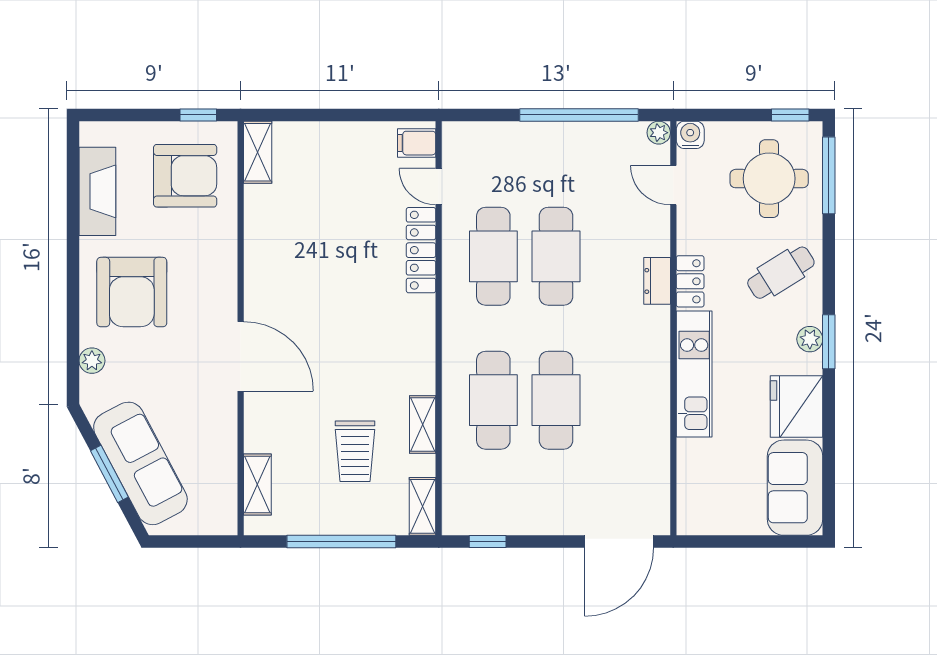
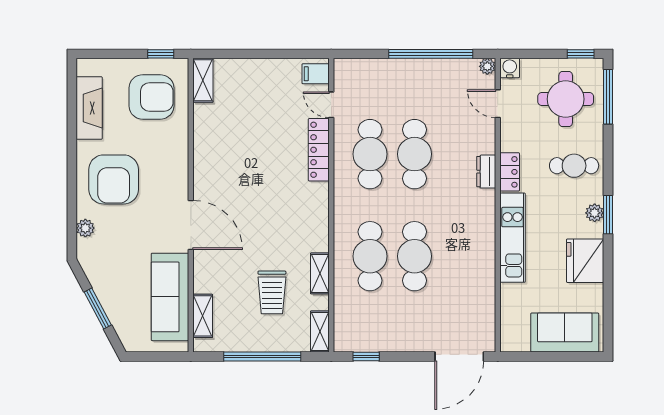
cafe table: (781, 273) -> (574, 166), turned 32
sofa: (140, 463) -> (170, 297), moved, turned -152
sofa: (795, 488) -> (565, 333), moved, turned 90

